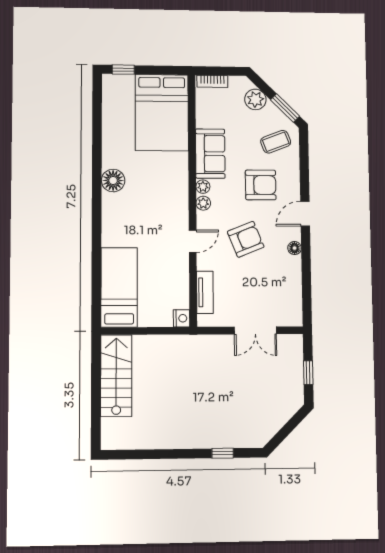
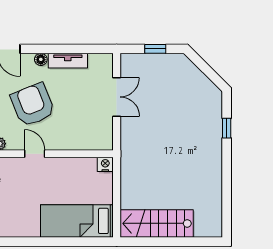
armchair: (246, 239) -> (33, 105), width x1.36, depth x1.36
tv unit: (205, 292) -> (68, 61), moved, turned 180

